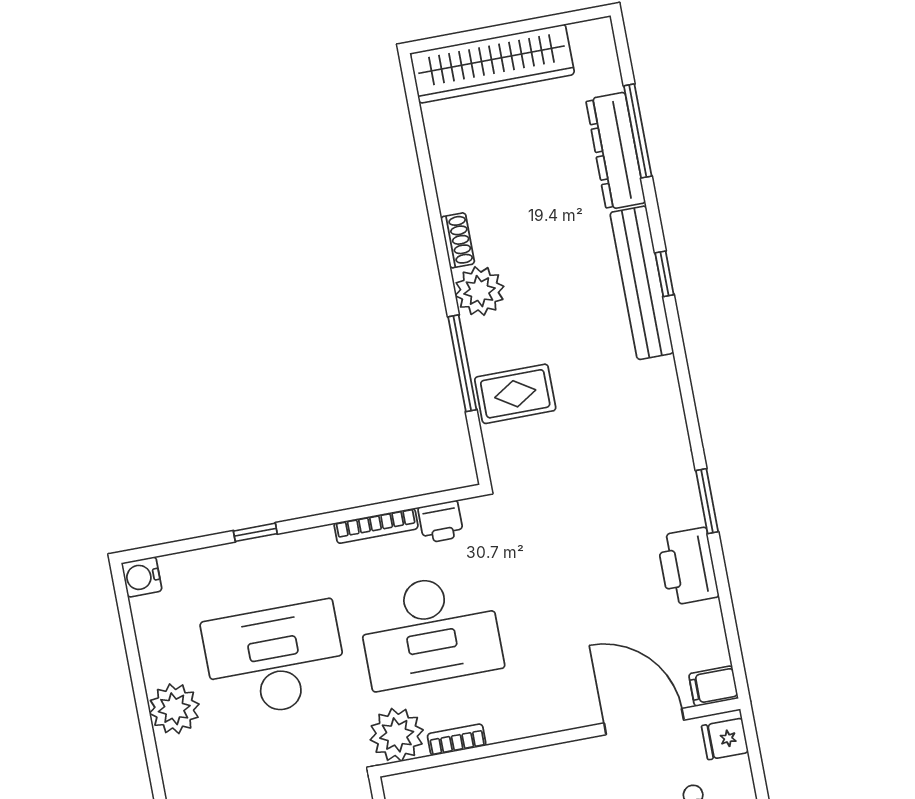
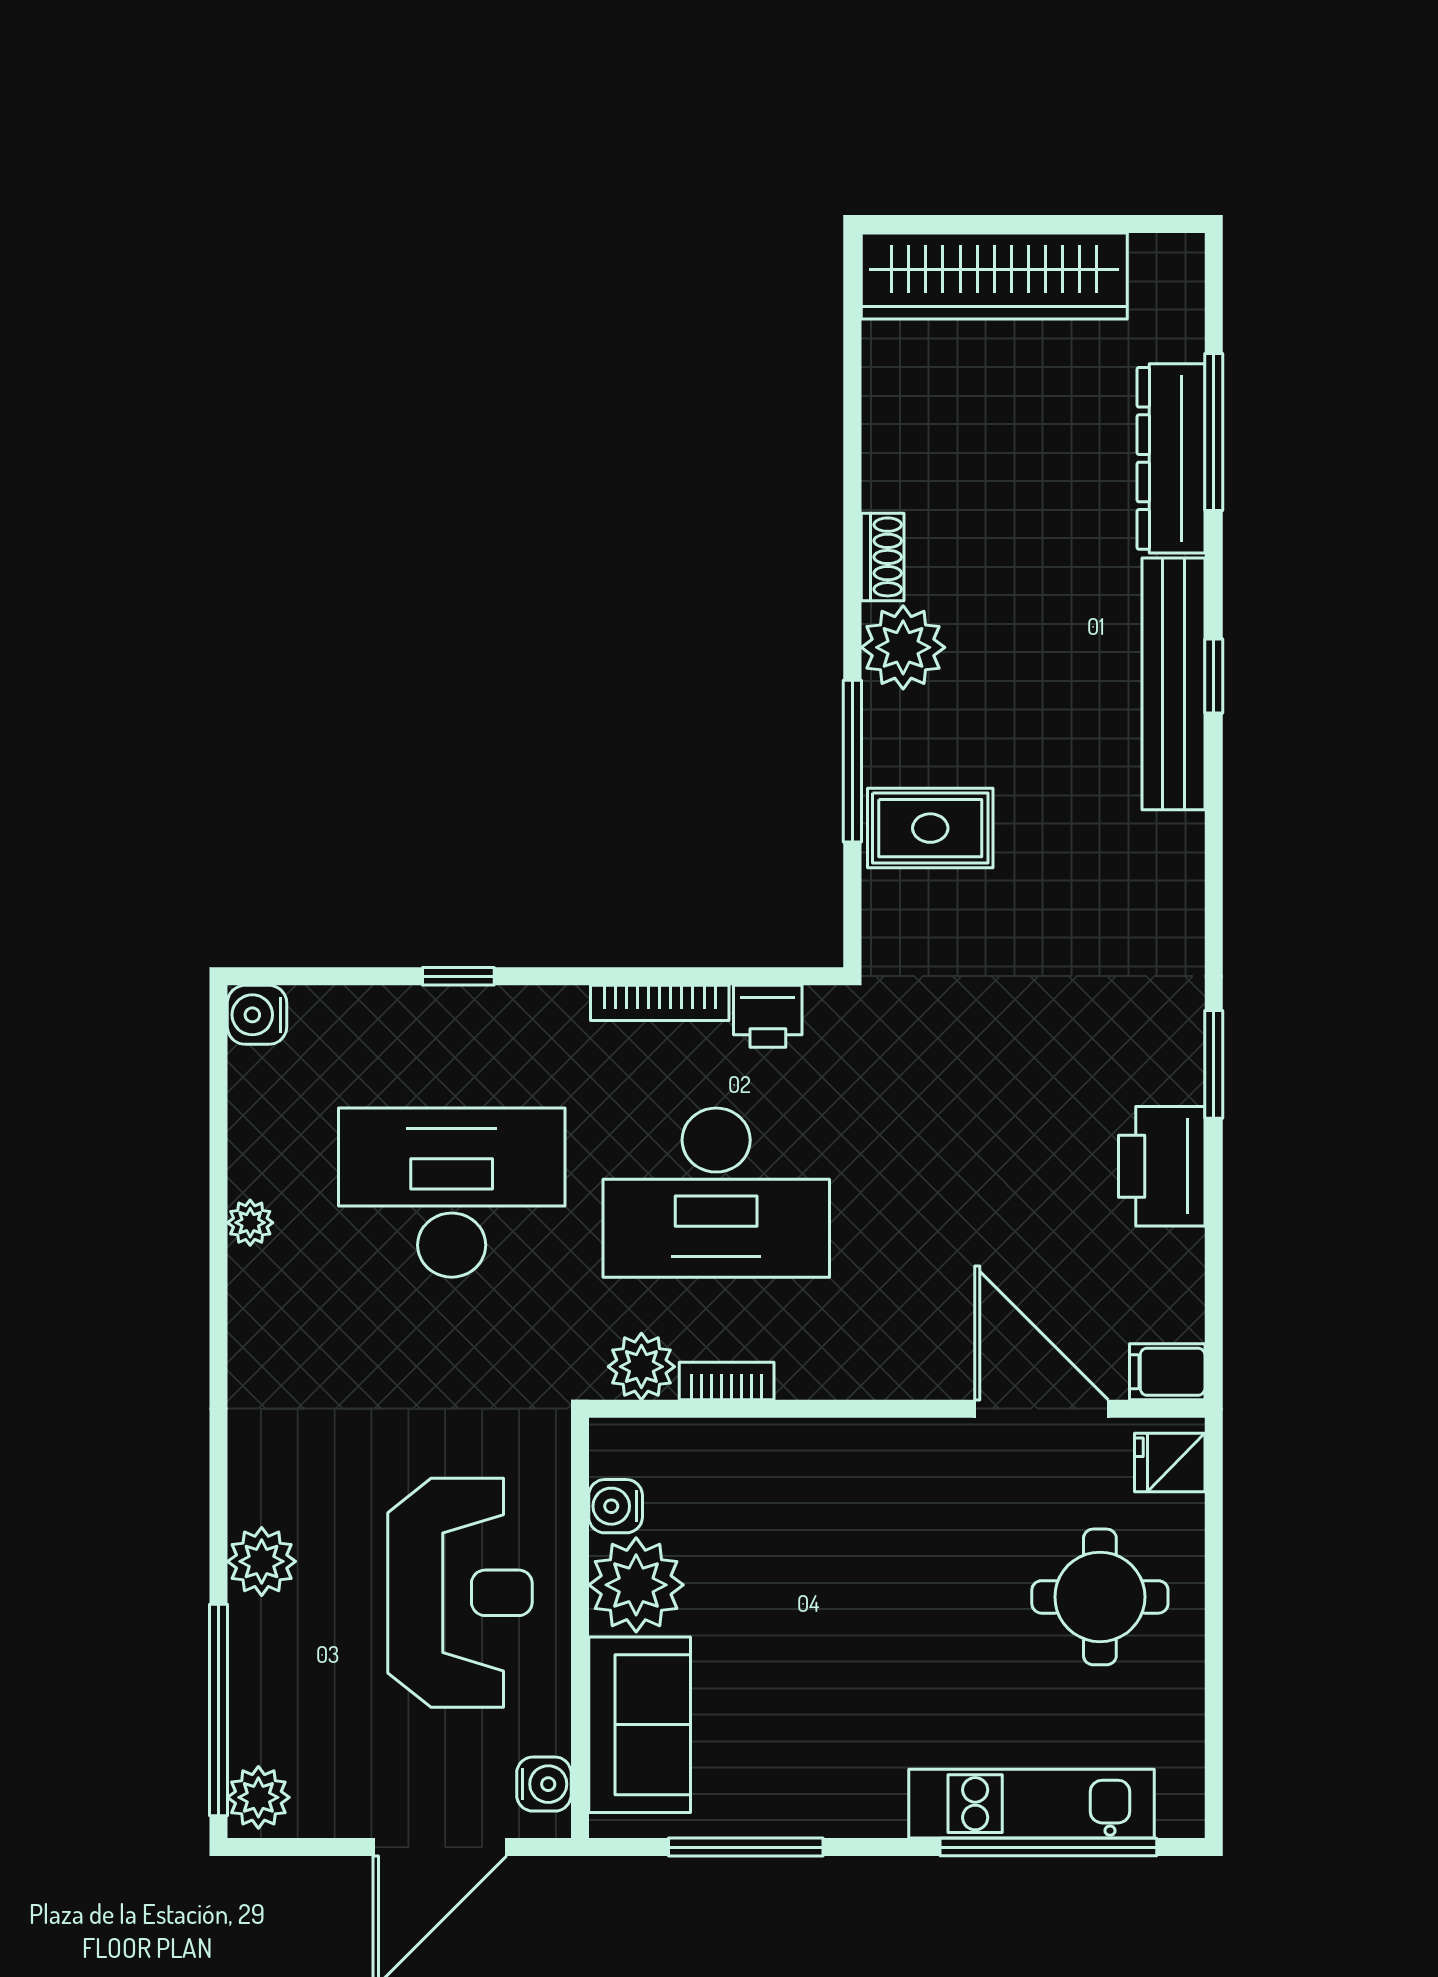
plant: (174, 709) -> (250, 1223), width x0.53, depth x0.53
plant: (397, 735) -> (641, 1367), width x0.73, depth x0.73

